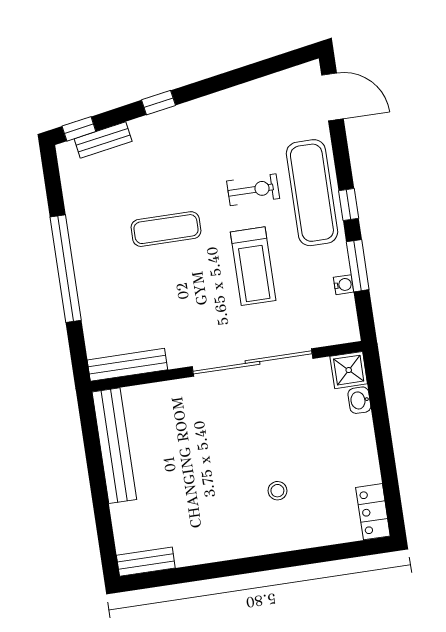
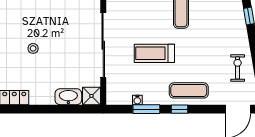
exercise bike: (253, 190) -> (238, 68), moved, turned 180
exercise mat: (312, 193) -> (189, 90), width x0.73, depth x0.69
washbasin: (359, 400) -> (68, 97), width x1.91, depth x1.45

